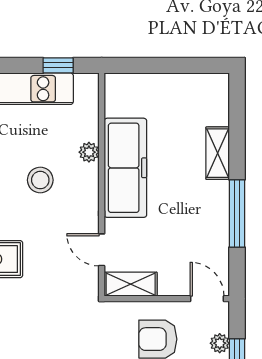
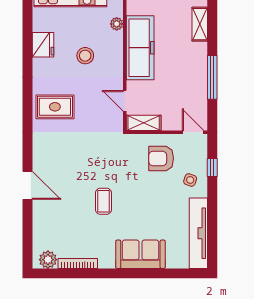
plant: (89, 152) -> (117, 24), moved
shelving: (218, 153) -> (200, 24), moved
plant: (220, 343) -> (201, 161), removed

